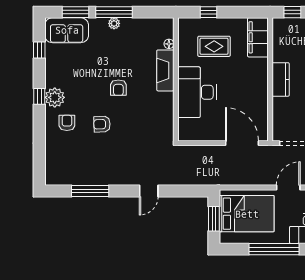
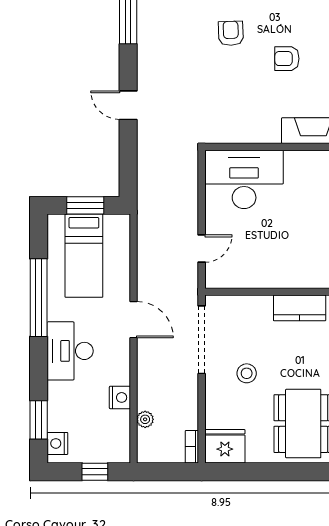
desk: (197, 92) -> (244, 179), moved
door: (242, 143) -> (202, 249), width x0.53
bed: (247, 214) -> (84, 256), width x0.67

